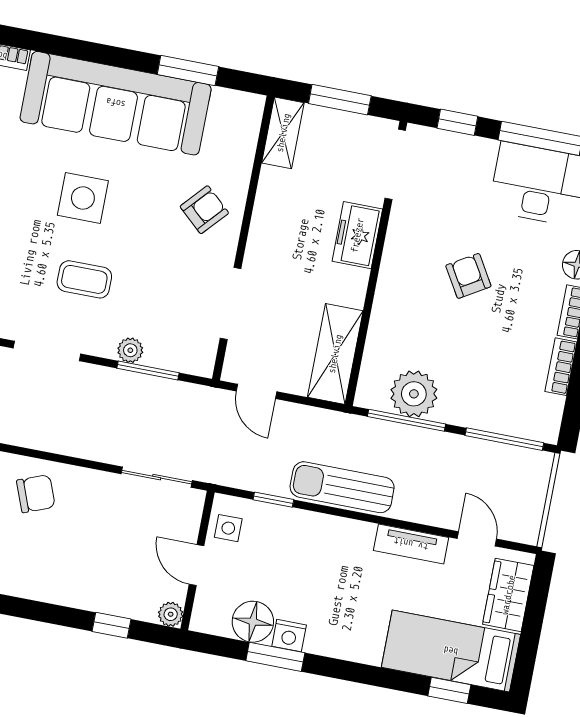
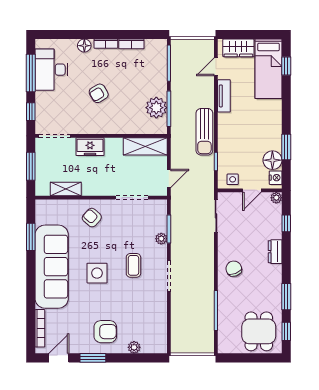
shelving: (283, 133) -> (66, 189), moved
dresser: (55, 590) -> (275, 252), added
nightstand: (289, 636) -> (276, 178), moved

